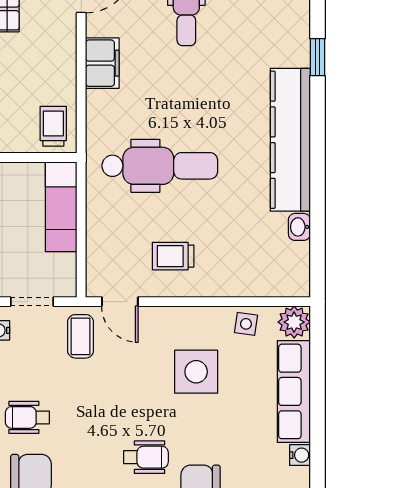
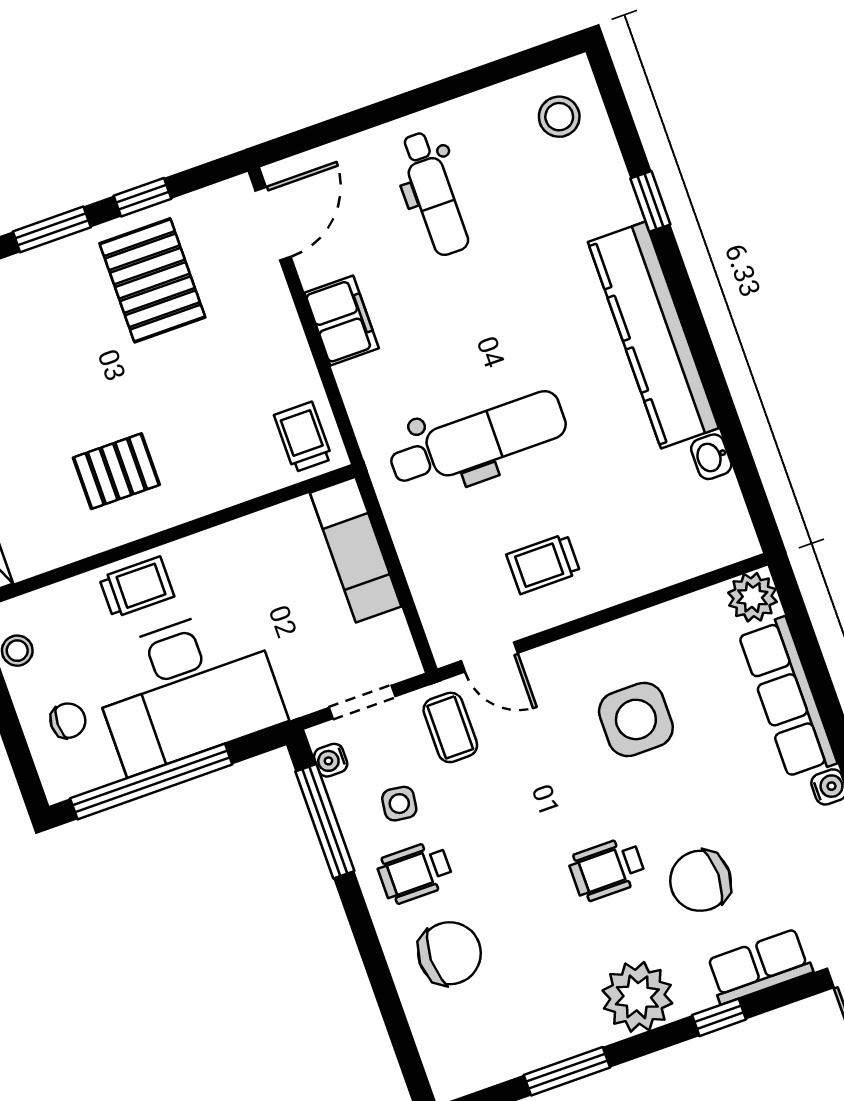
side table: (246, 324) -> (399, 804), moved
wheelchair: (146, 457) -> (607, 869), turned 180

